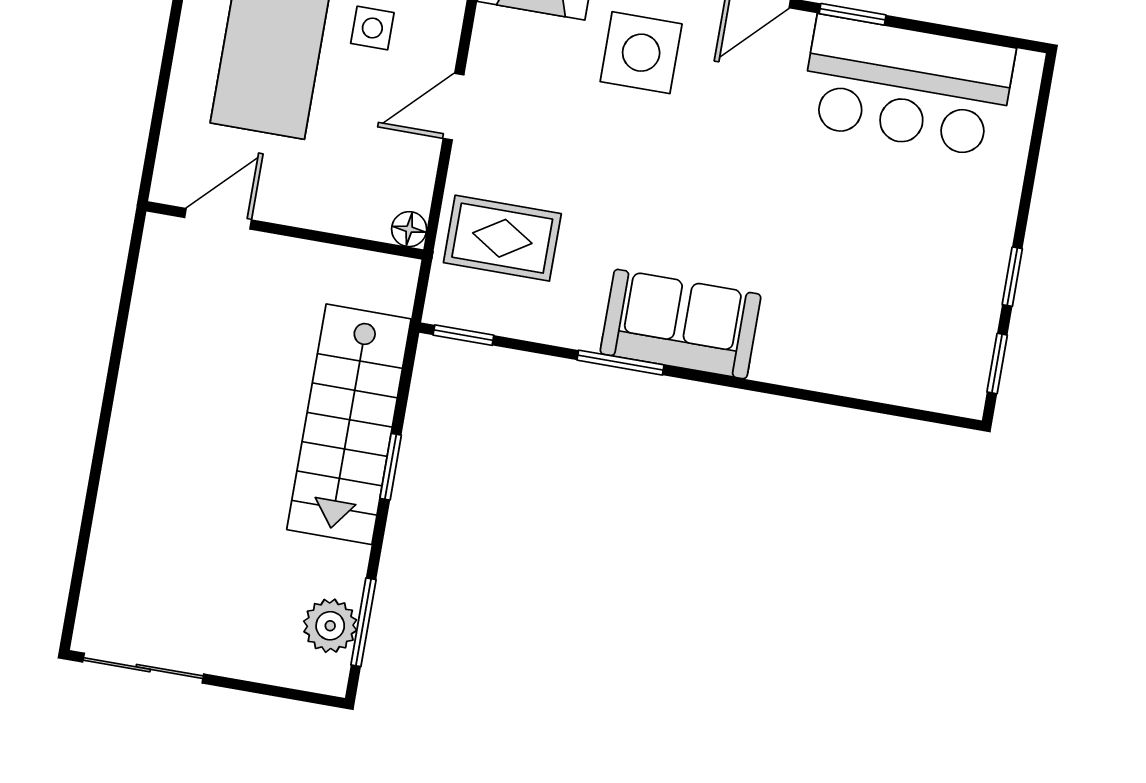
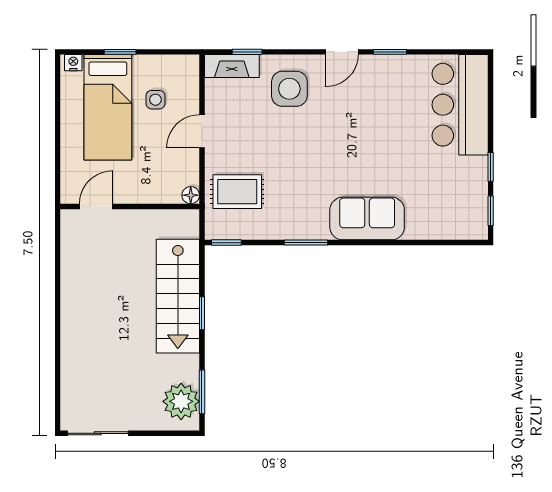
bar counter: (907, 86) -> (460, 105), moved, turned 90
sofa: (681, 324) -> (367, 219), moved
plant: (330, 626) -> (181, 401), width x1.36, depth x1.36

